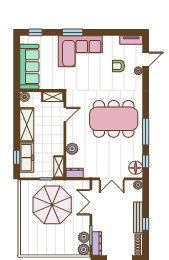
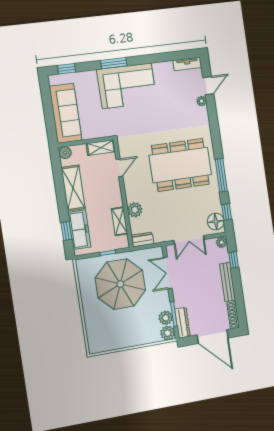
armchair: (118, 66) -> (177, 98), removed
shelving: (59, 167) -> (119, 221), moved
window: (146, 224) -> (234, 260), moved

